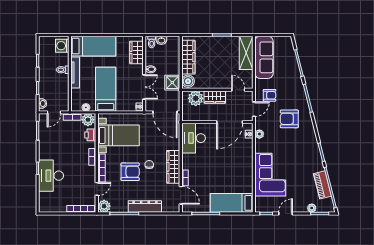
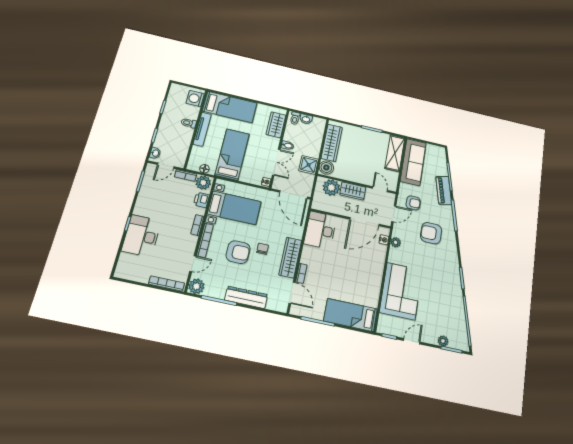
piano: (322, 185) -> (444, 190), moved

